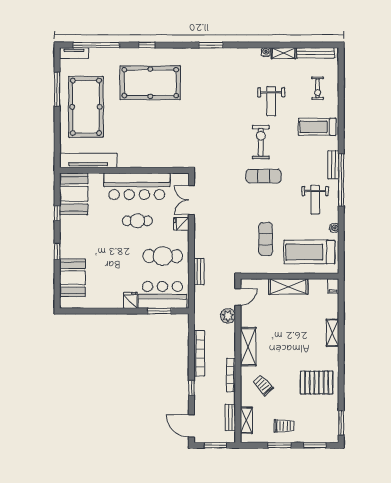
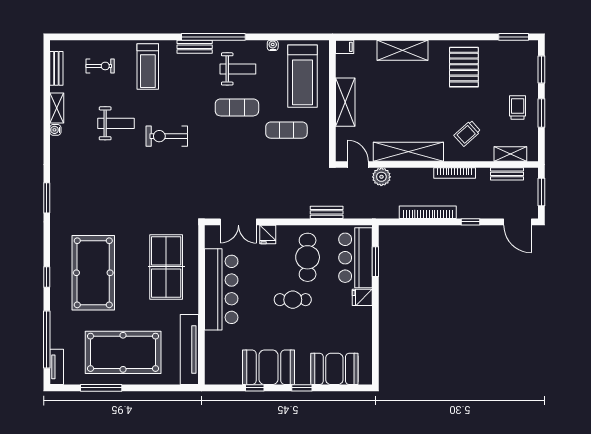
bench: (316, 53) -> (56, 68), width x0.73
table tennis table: (155, 142) -> (166, 267), added
exercise mat: (264, 176) -> (237, 107), moved, turned 90
booth: (74, 194) -> (268, 367), moved
cafe table: (137, 221) -> (293, 300), moved, turned 90
shelving: (332, 333) -> (402, 50), width x1.50, depth x1.33
shelving: (248, 347) -> (408, 152), width x1.47
door: (191, 426) -> (518, 222), hinge flipped

